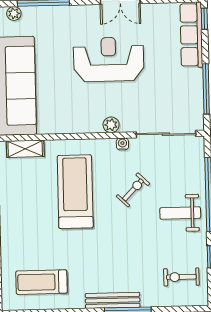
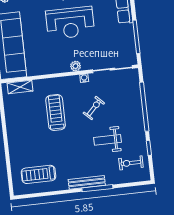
reception desk: (109, 59) -> (70, 23), turned 180
treadmill: (75, 192) -> (56, 113), width x0.73, depth x0.73
weight bench: (180, 213) -> (107, 140), moved

